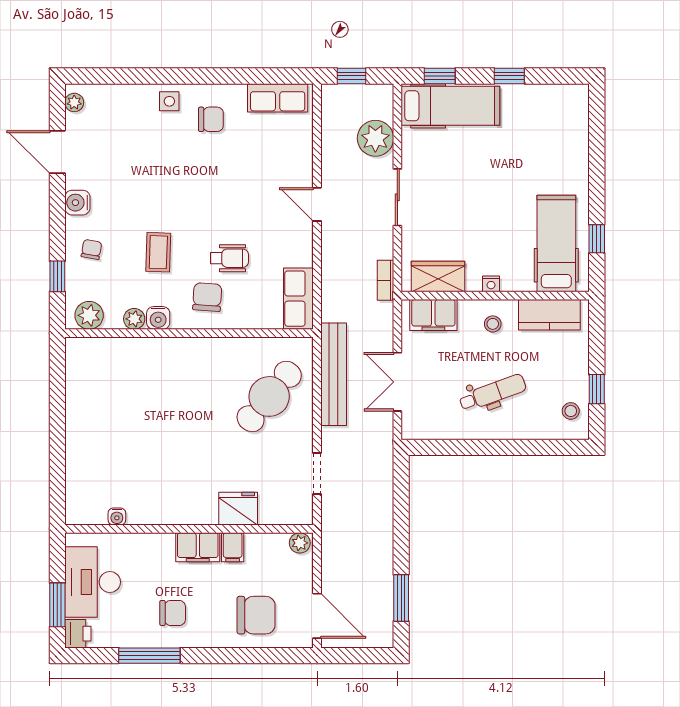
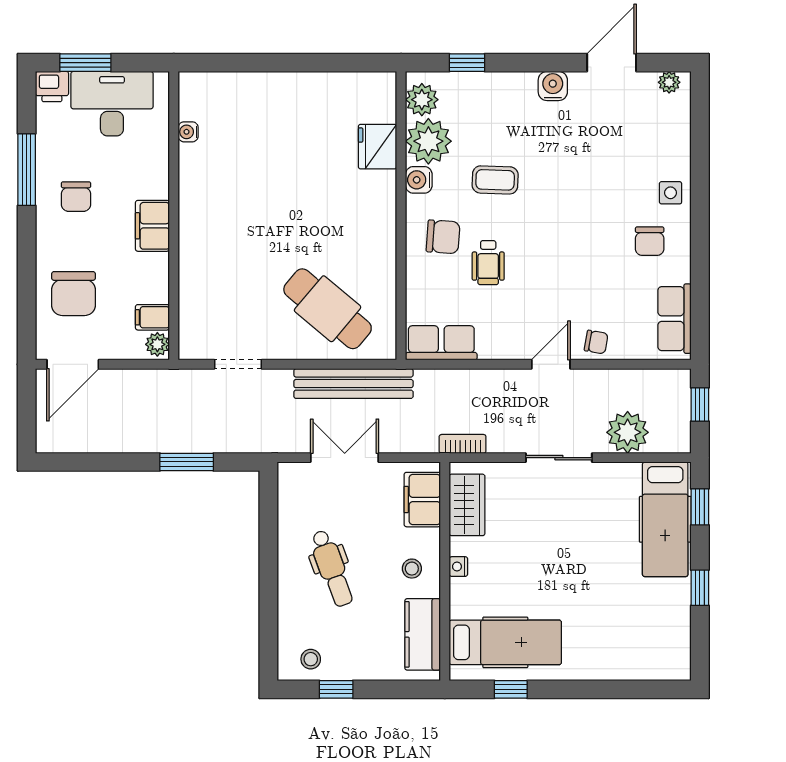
chair: (91, 249) -> (596, 342), moved
plant: (134, 319) -> (428, 141), width x1.88, depth x1.88
fridge: (238, 509) -> (377, 147), moved, turned 180
filing cabinet: (233, 547) -> (152, 317), moved
window: (401, 598) -> (187, 462), moved

